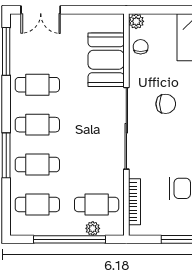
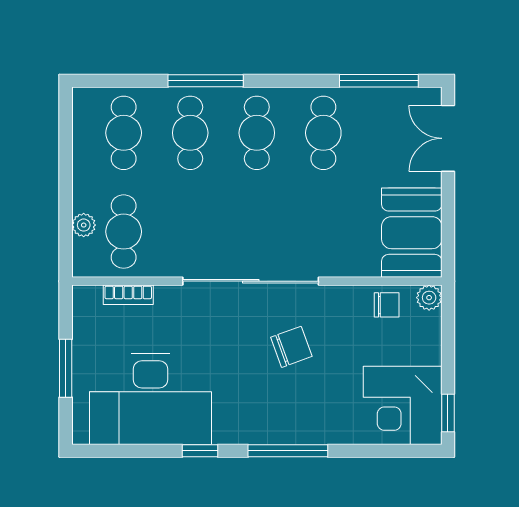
booth: (106, 60) -> (412, 233), moved, turned 90
chair: (166, 104) -> (291, 347), turned -110
bookcase: (135, 202) -> (128, 295), width x0.64
window: (70, 239) -> (66, 186), removed

